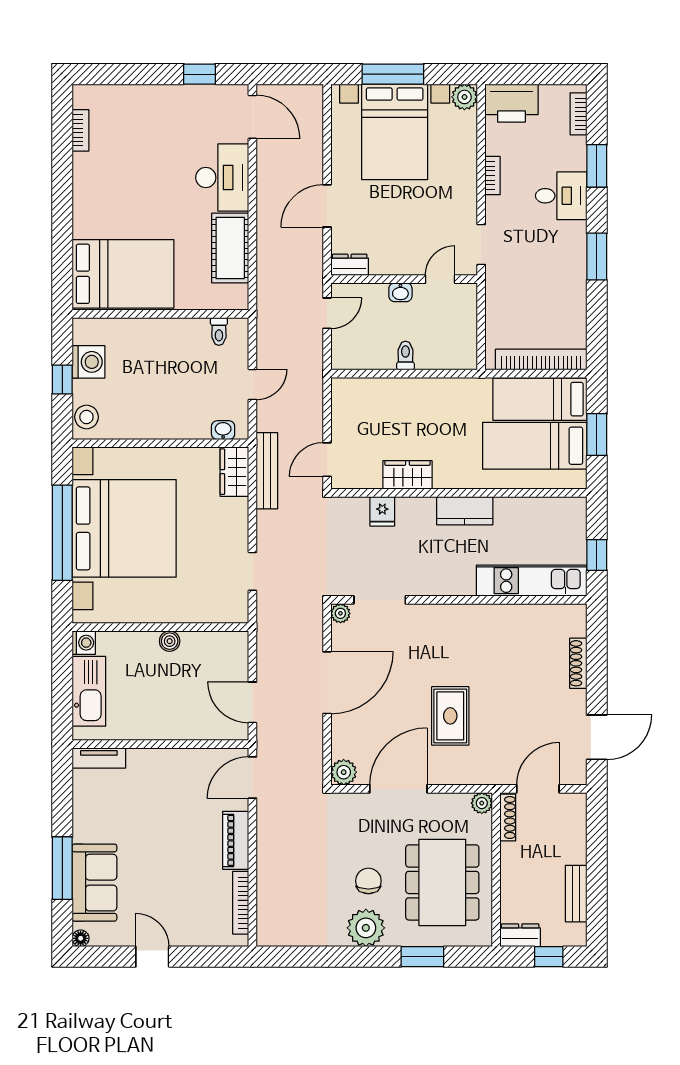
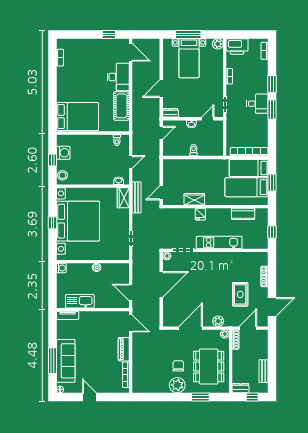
bed with nightstands: (395, 132) -> (189, 58), width x0.73
window: (597, 166) -> (272, 84), moved
desk: (561, 196) -> (257, 104), moved
fridge: (382, 511) -> (200, 214), moved
kitchen counter: (465, 511) -> (243, 214), moved
window: (62, 533) -> (53, 223), width x0.32
kitchen unit: (532, 581) -> (219, 243), moved
kitchen sink: (89, 691) -> (80, 301), moved, turned -90
rug: (450, 716) -> (240, 294), moved
plant: (344, 772) -> (218, 321), moved
door: (252, 777) -> (131, 323), swing flipped
sofa: (94, 883) -> (66, 361), width x1.36

